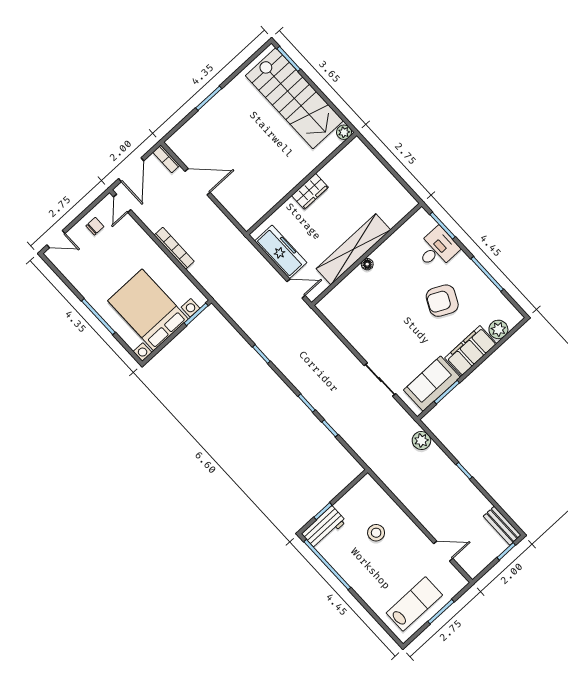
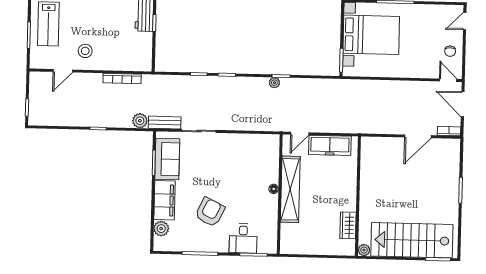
wardrobe: (310, 191) -> (348, 225), moved
bookcase: (174, 248) -> (122, 78), moved
plant: (273, 354) -> (274, 83), added
bench: (502, 526) -> (165, 123), moved
stool: (376, 533) -> (85, 51), moved

